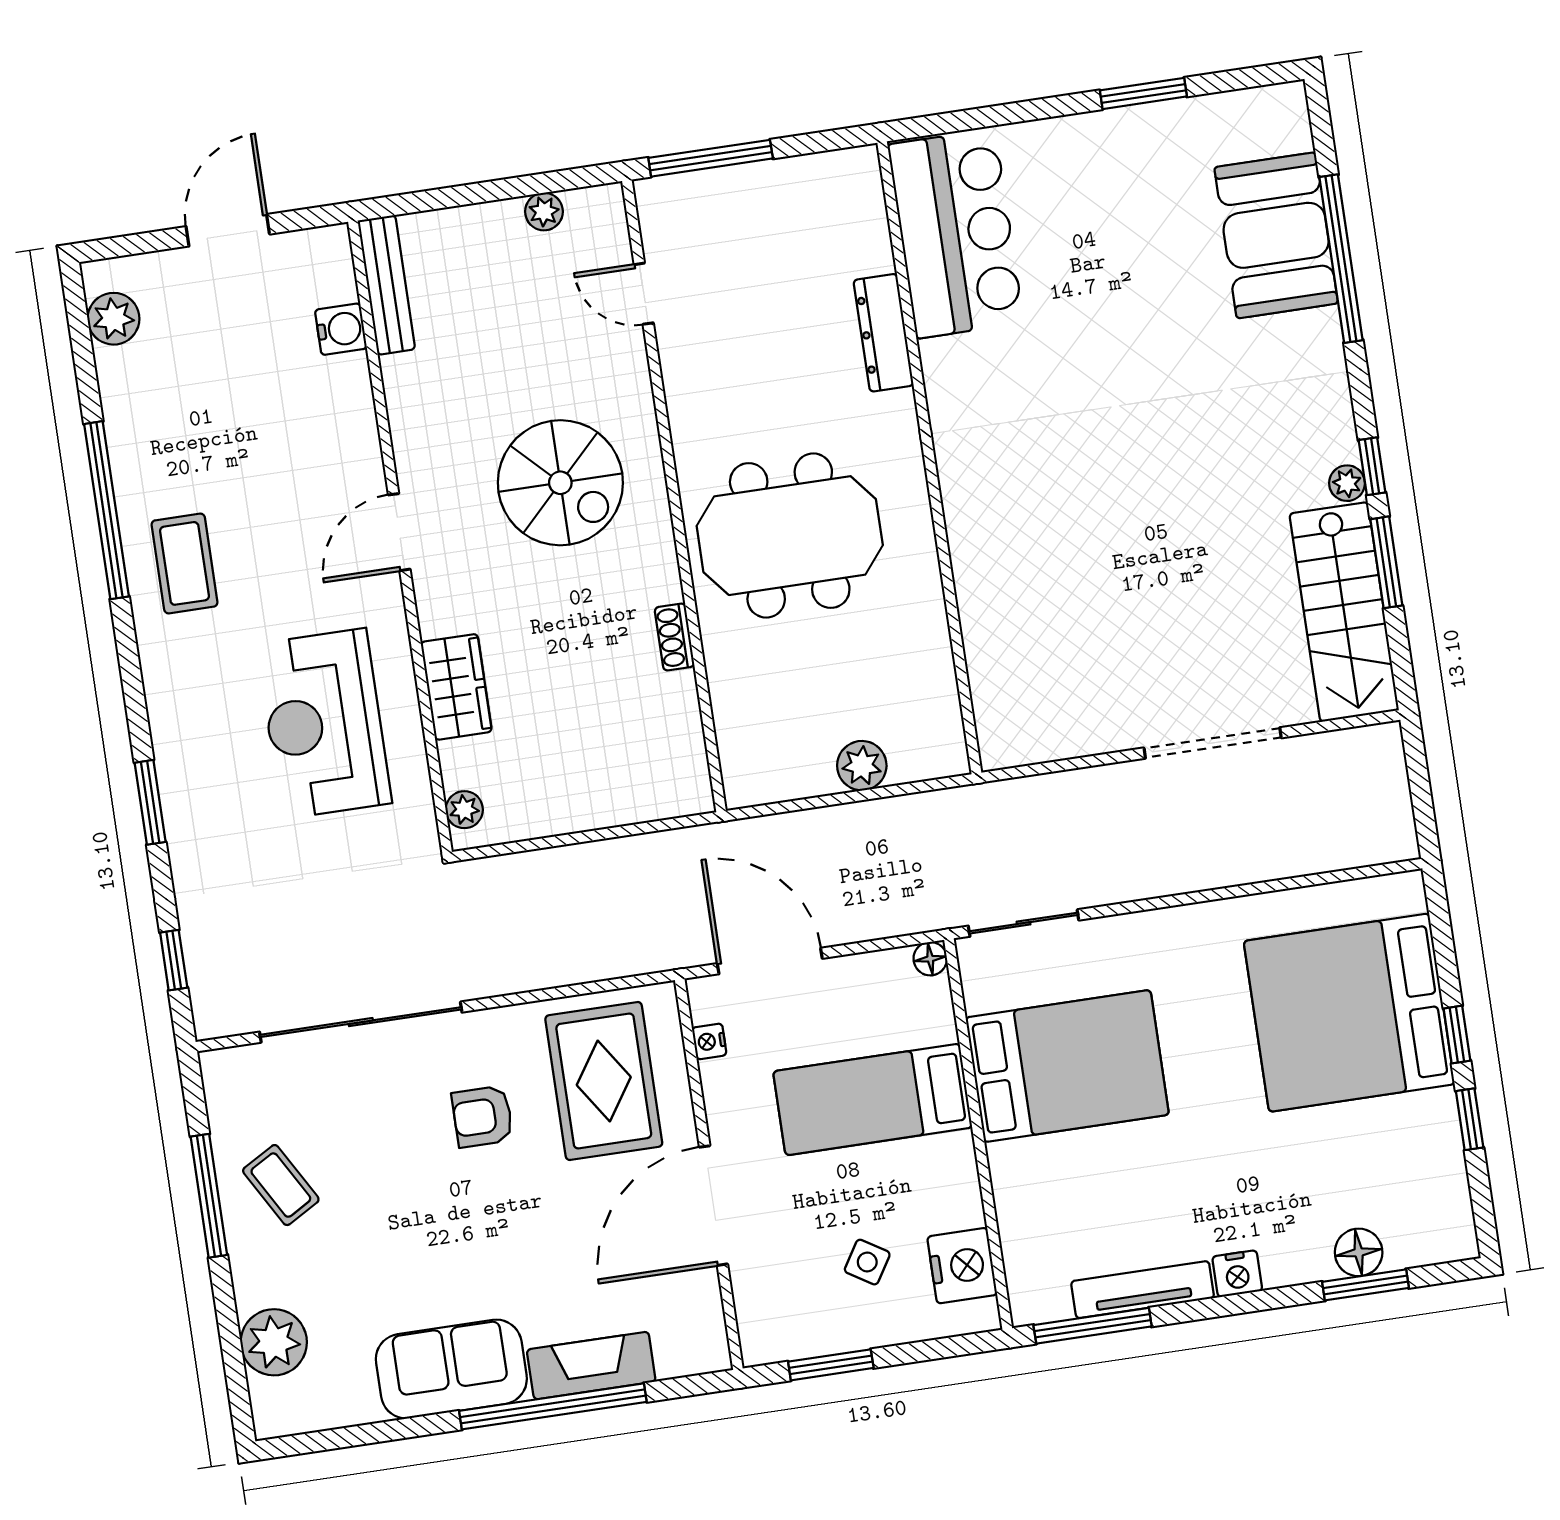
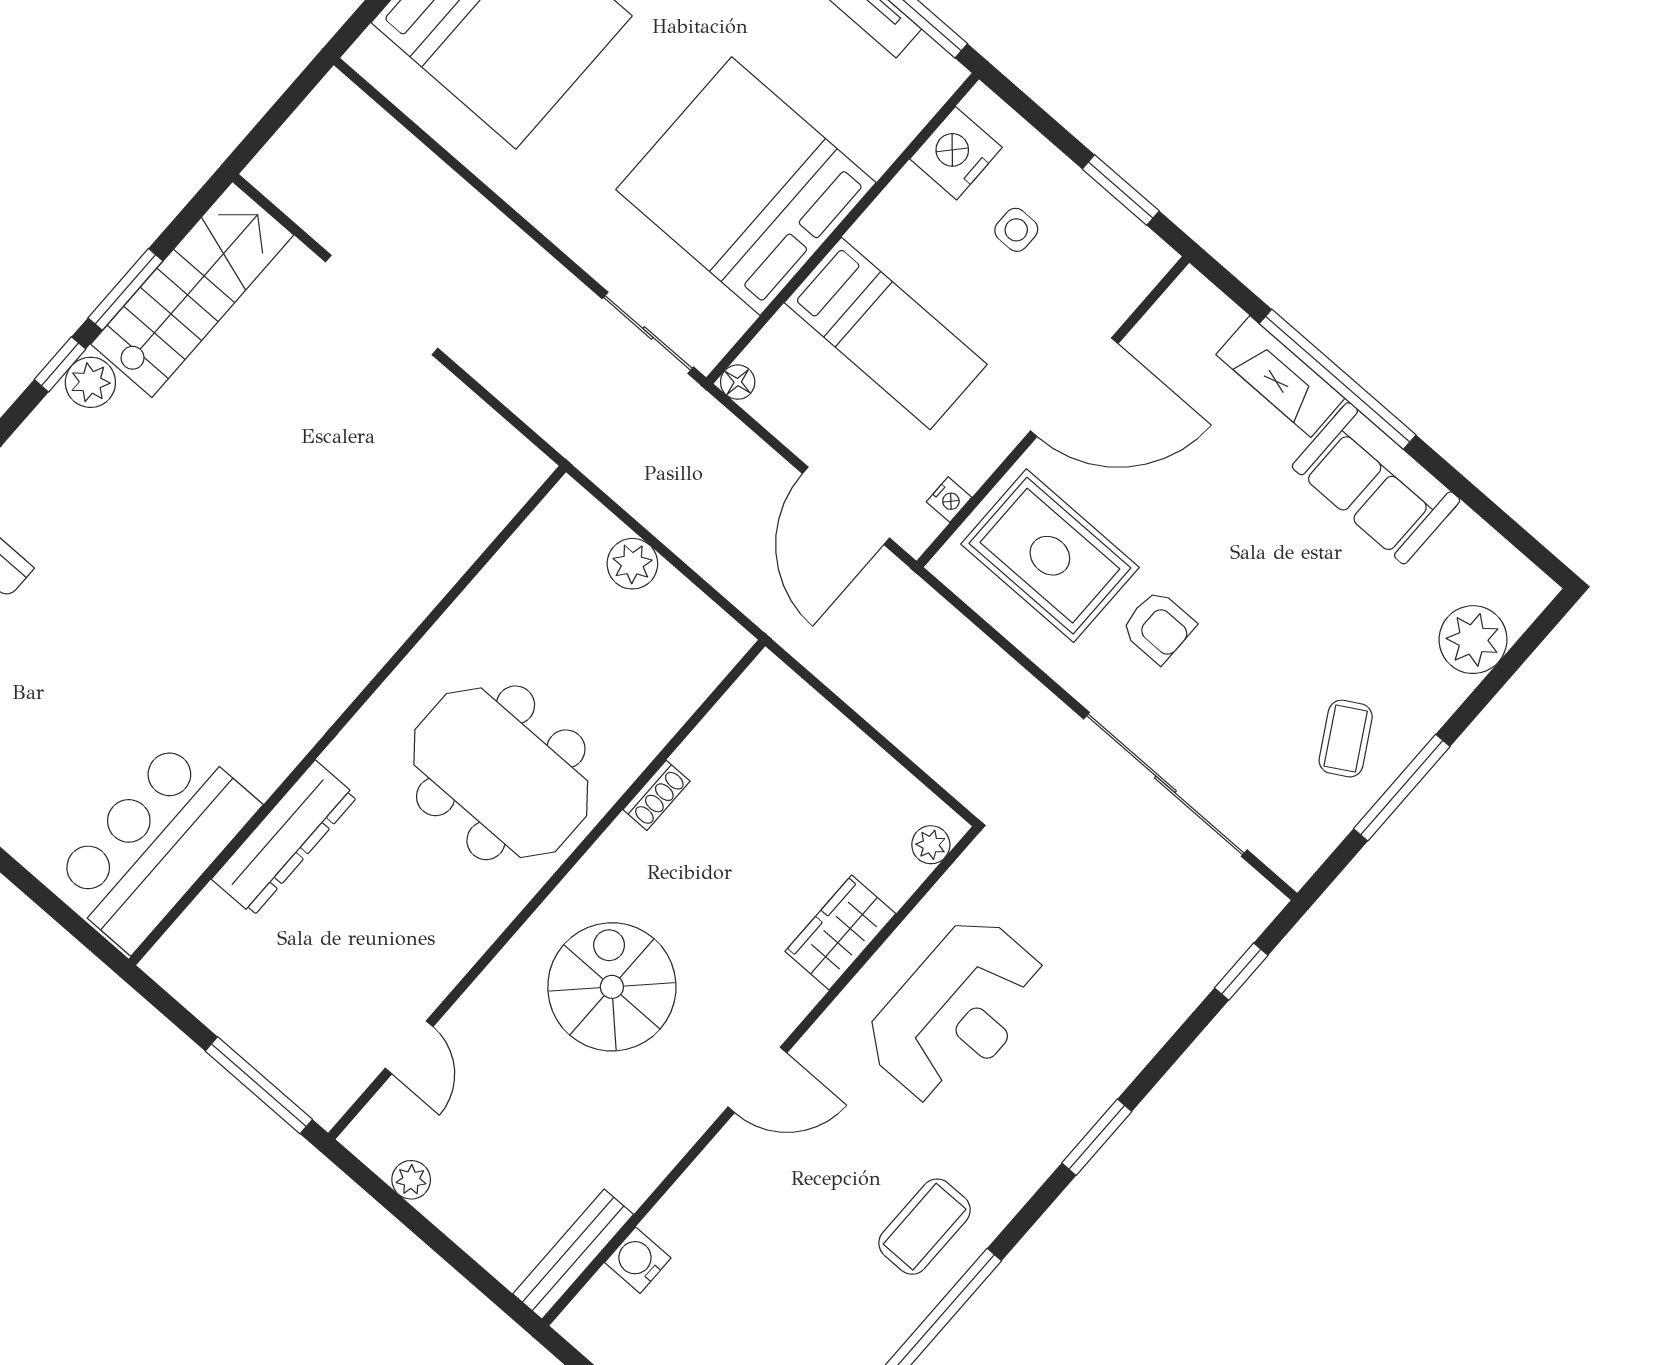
dresser: (883, 333) -> (284, 838), width x1.37, depth x1.24
plant: (1347, 483) -> (90, 382), width x1.38, depth x1.38
window: (150, 802) -> (1097, 1137), moved
bed: (1067, 1066) -> (746, 186), width x1.36
rug: (604, 1081) -> (1050, 556), turned 90
side table: (867, 1262) -> (1016, 230), turned -32

